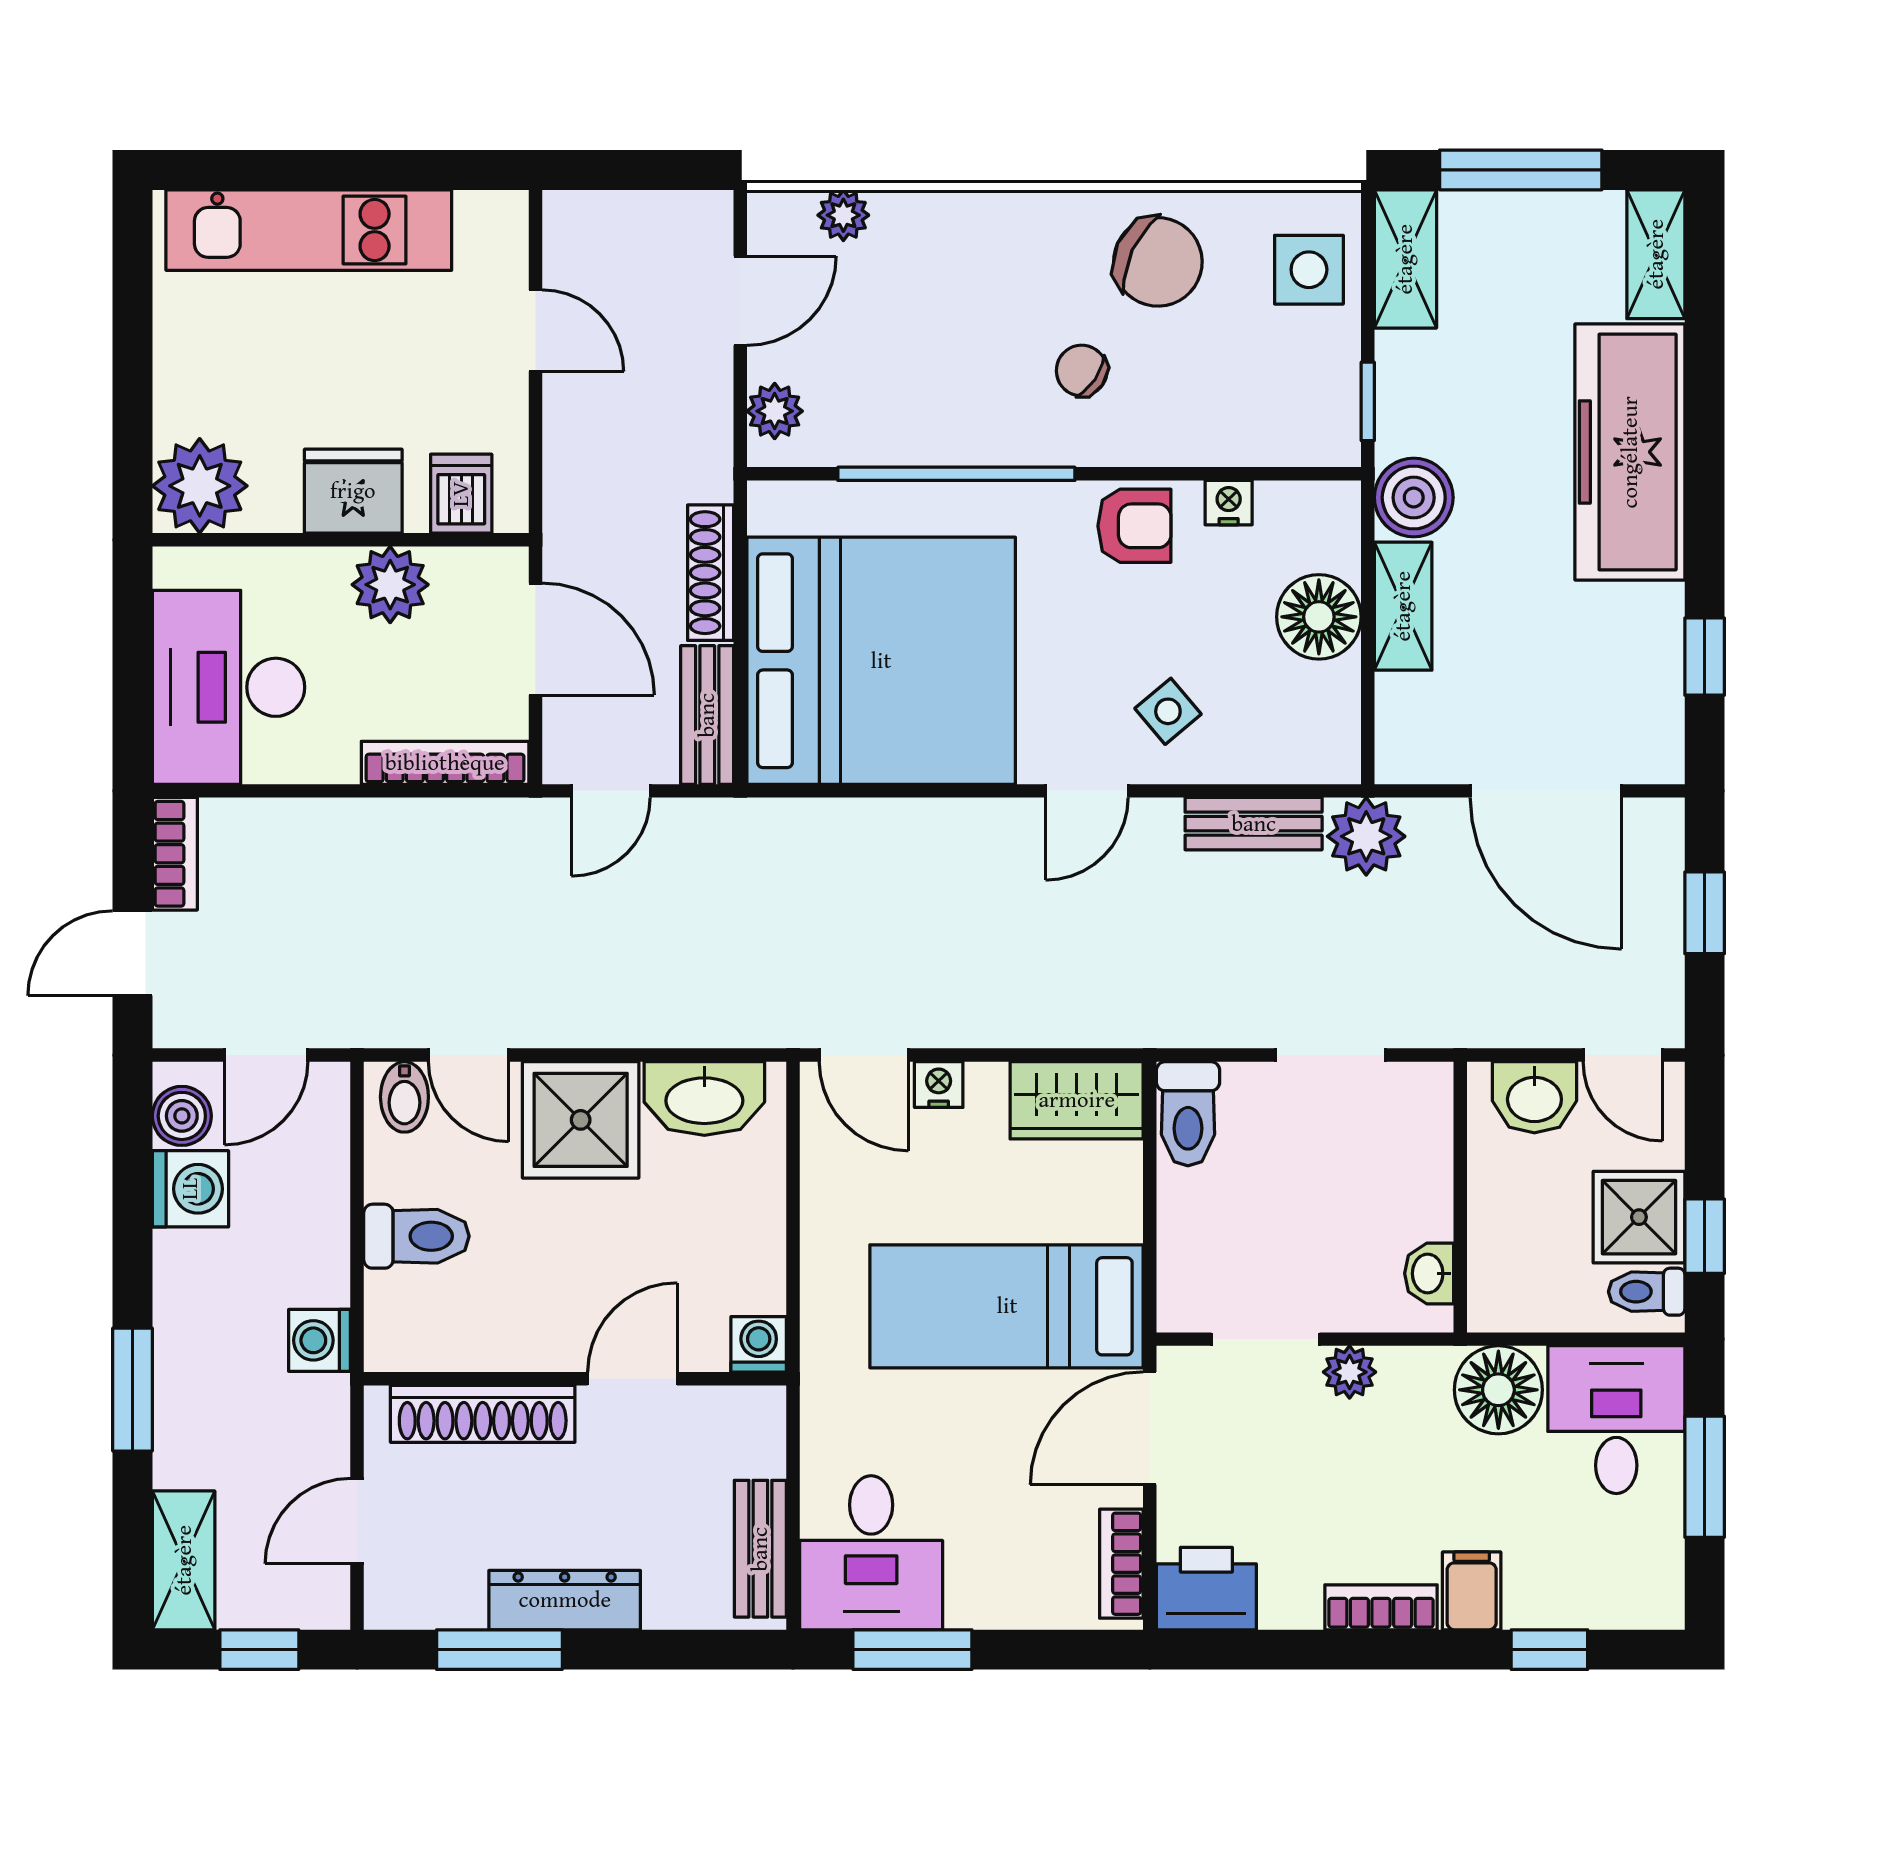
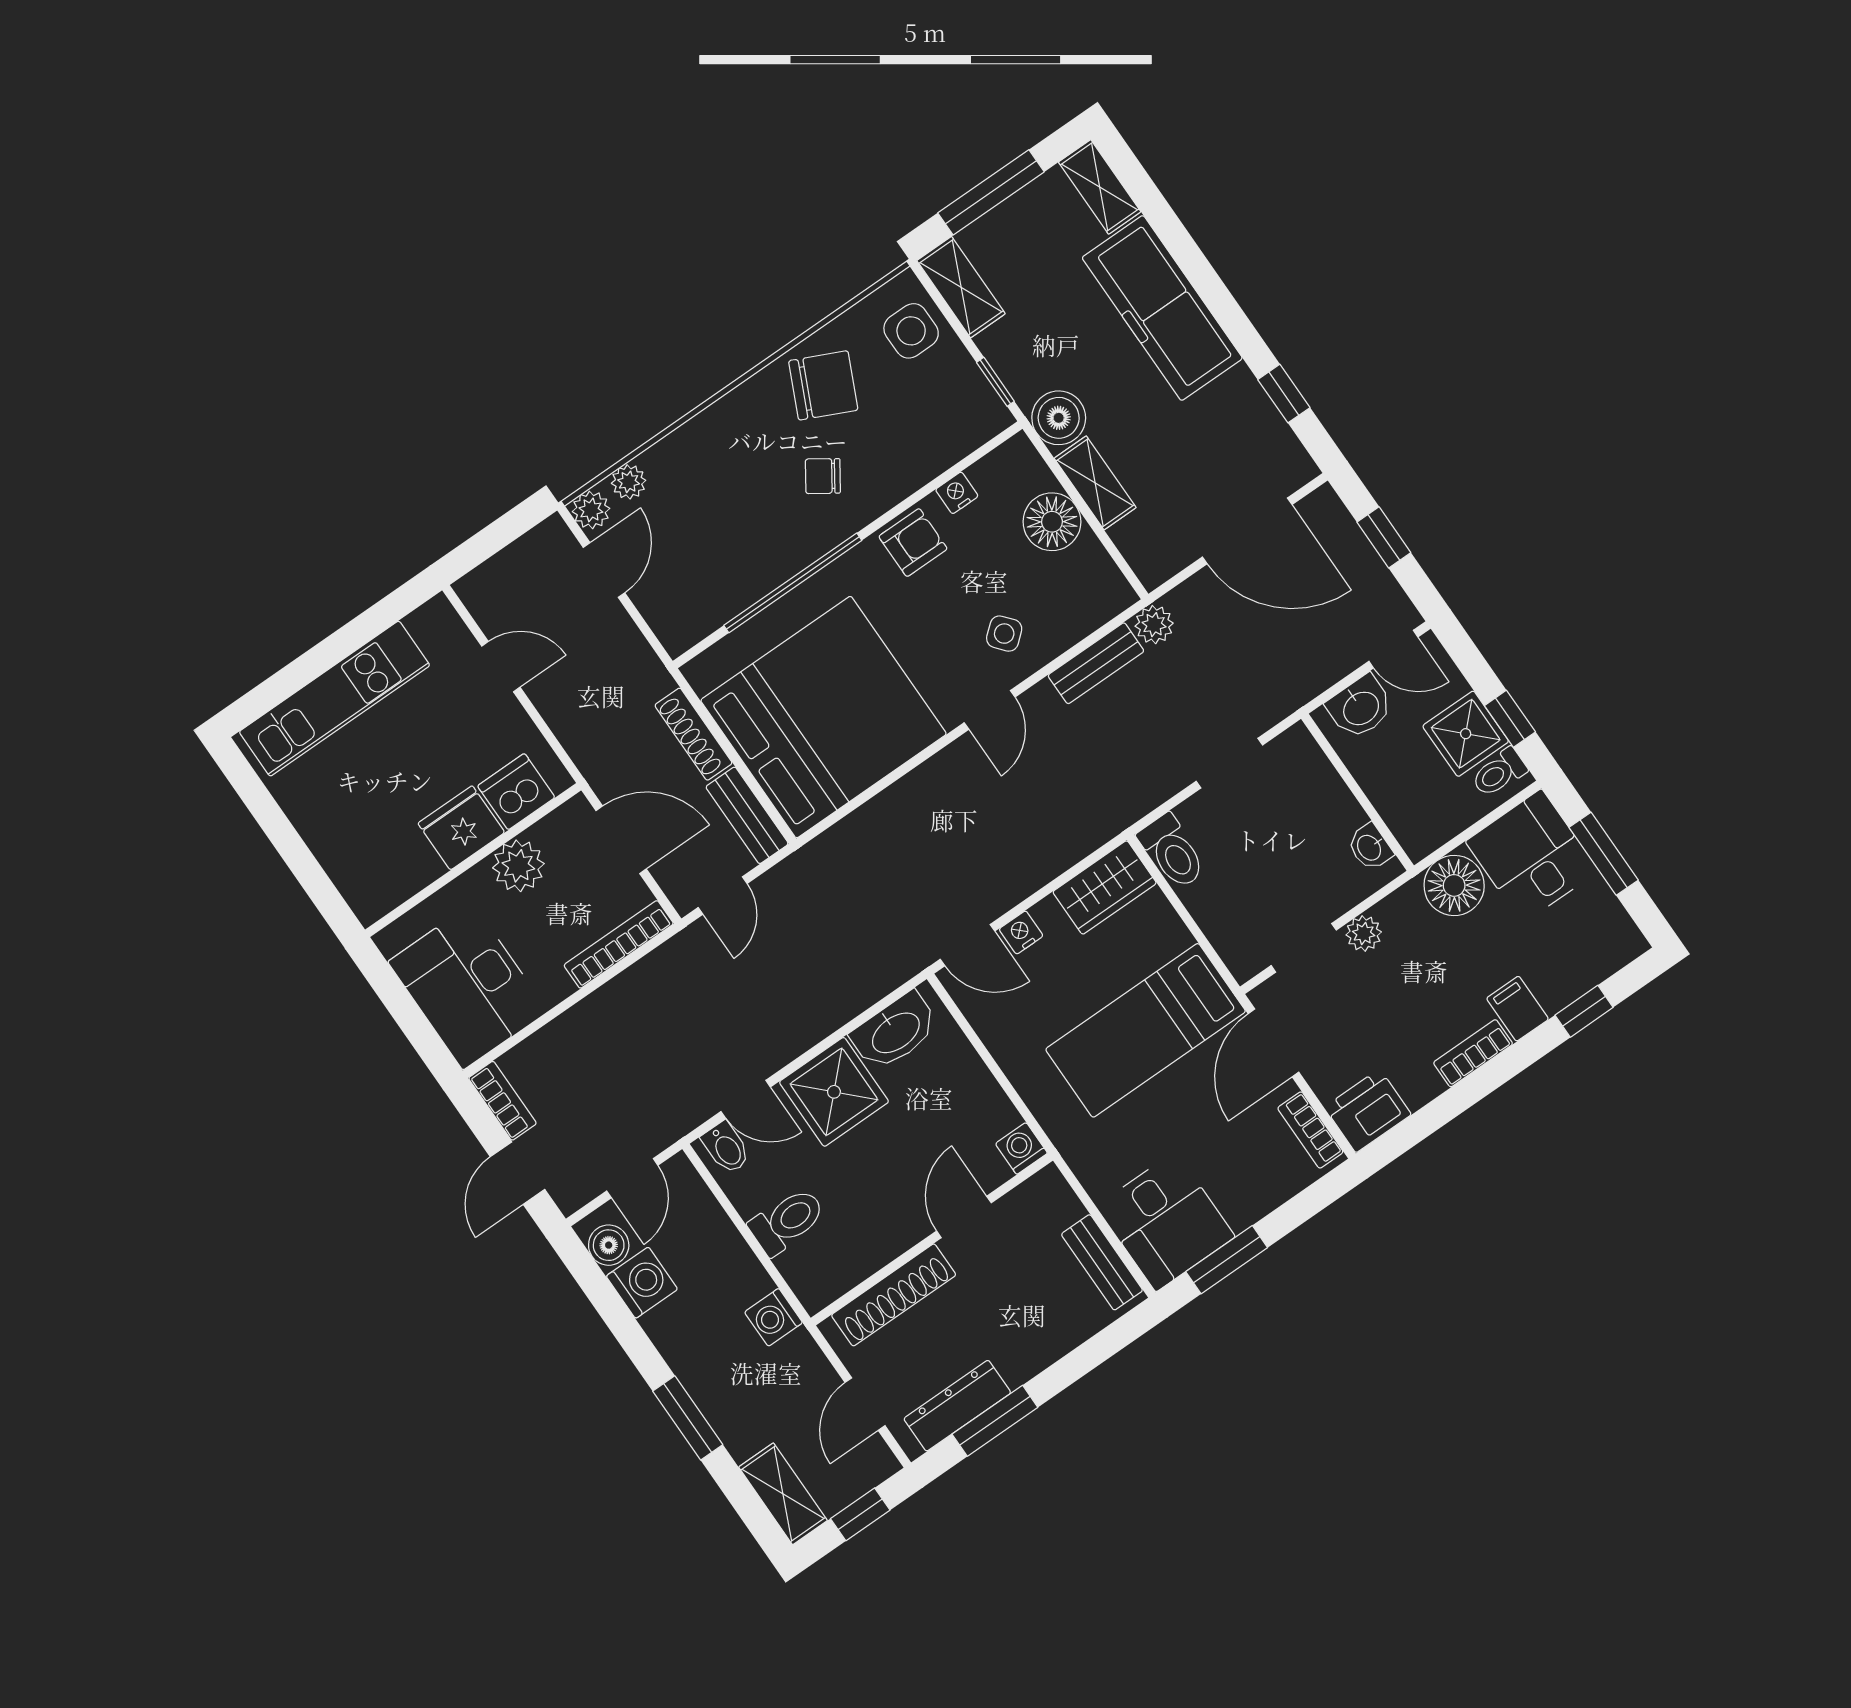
plant: (775, 411) -> (591, 510), moved
plant: (200, 486) -> (373, 885), removed
dishwasher: (461, 494) -> (516, 792), width x1.38
plant: (1366, 836) -> (1154, 625), width x0.73, depth x0.73
dresser: (565, 1600) -> (957, 1406), moved

